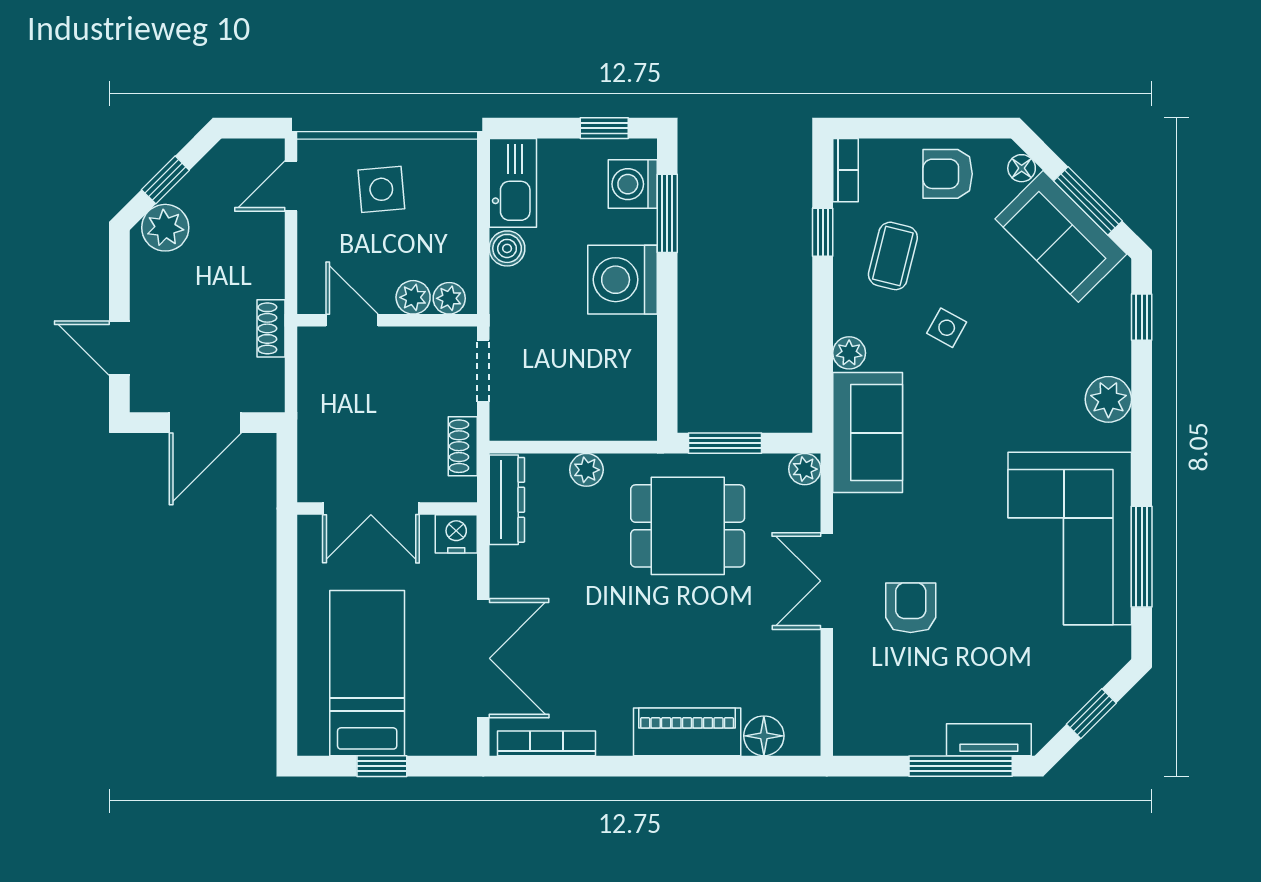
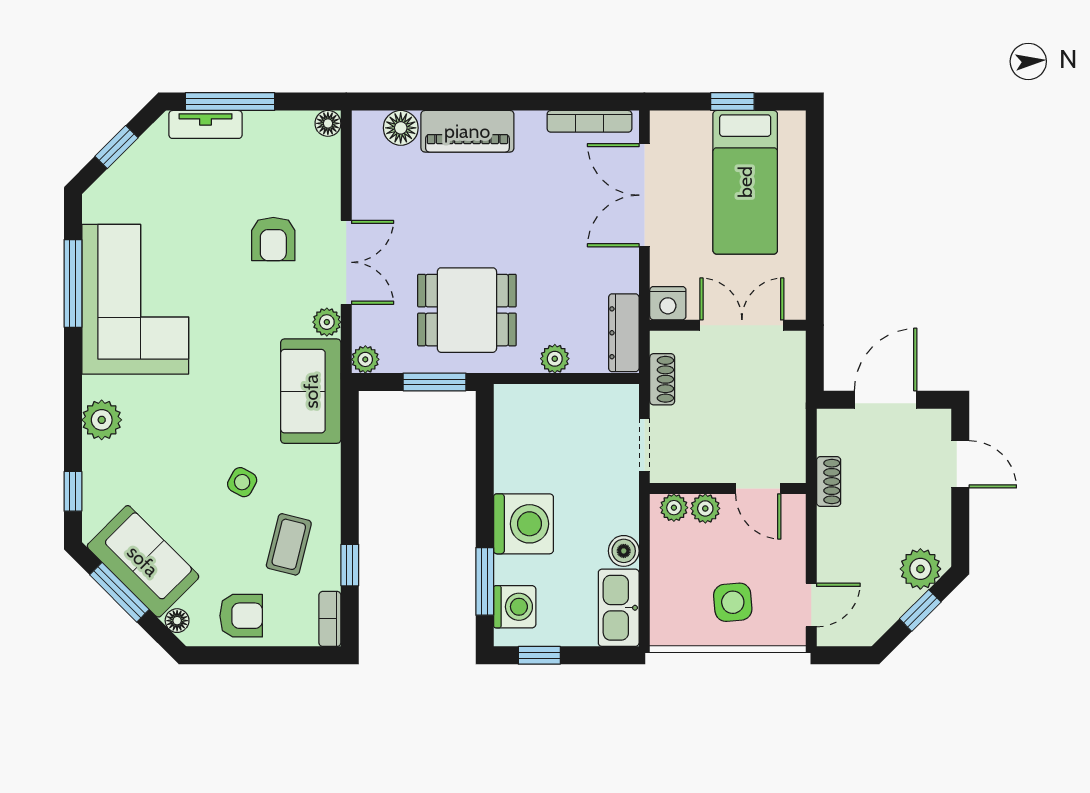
plant: (849, 353) -> (327, 322), moved
floor lamp: (848, 741) -> (328, 123), added

